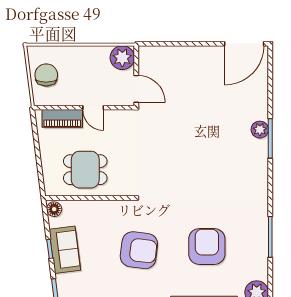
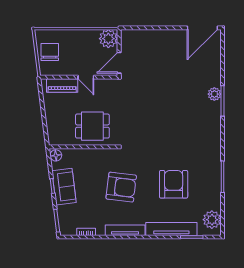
door: (136, 89) -> (119, 63), swing flipped
dining table: (85, 170) -> (92, 126), moved

